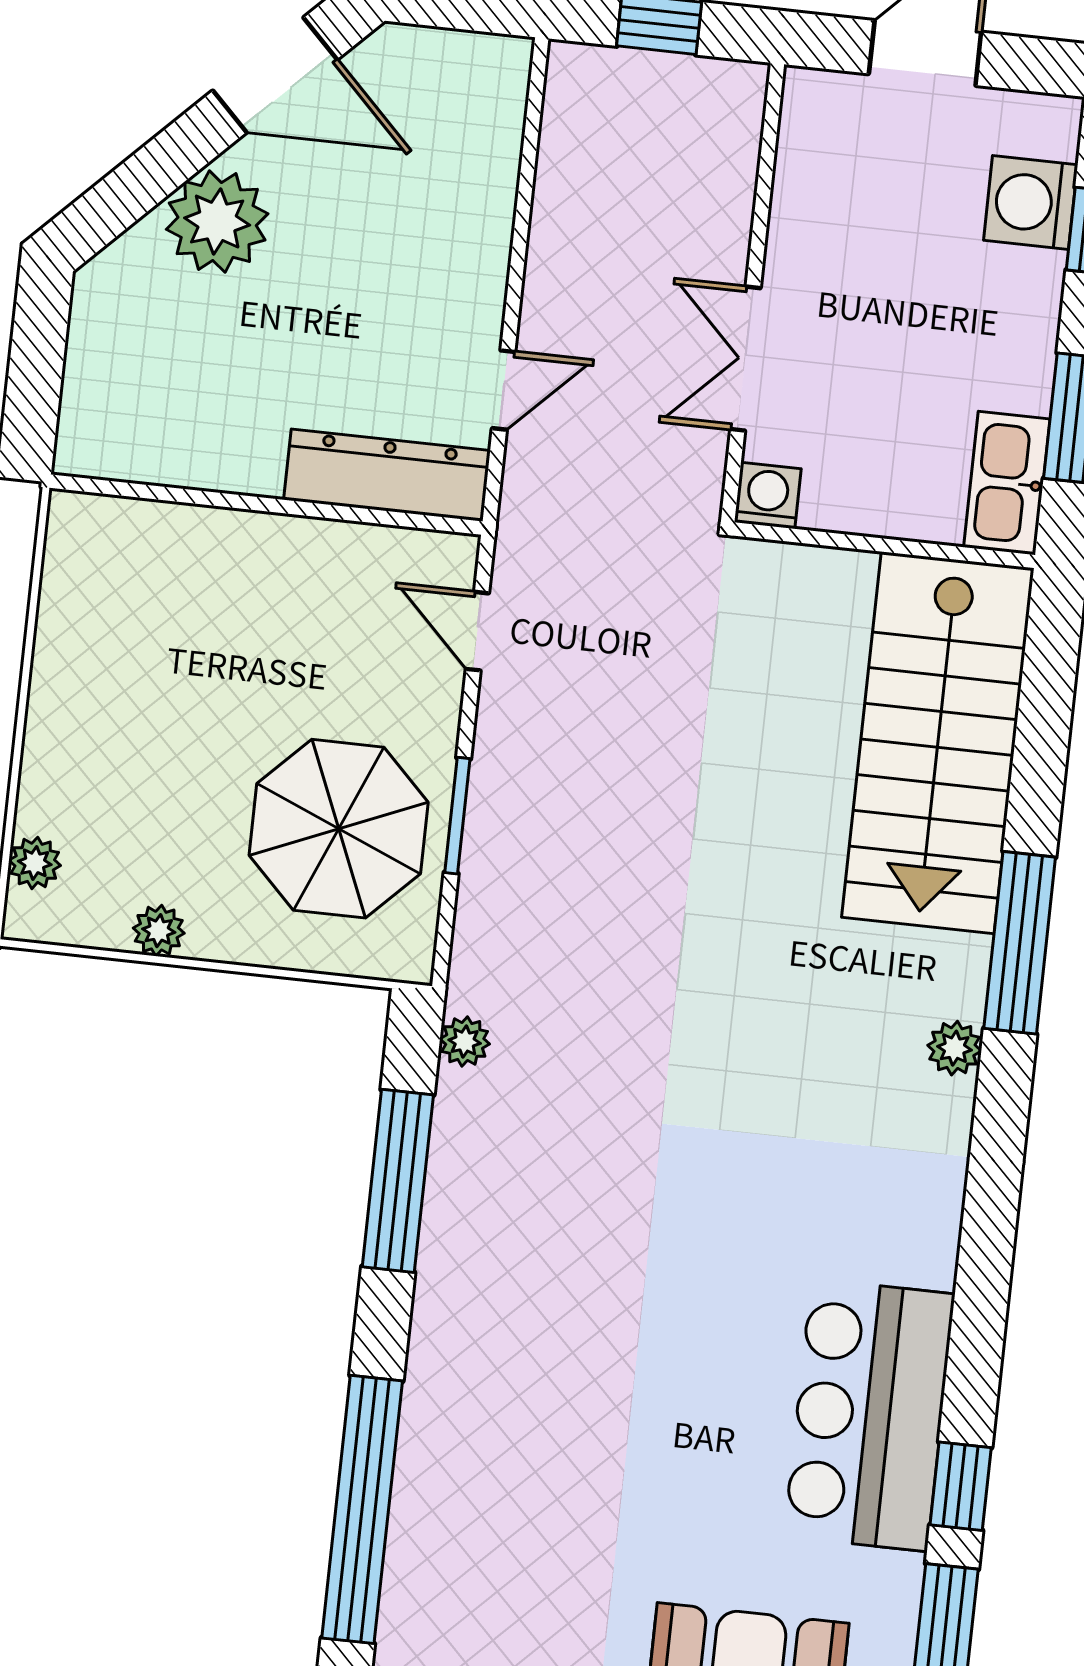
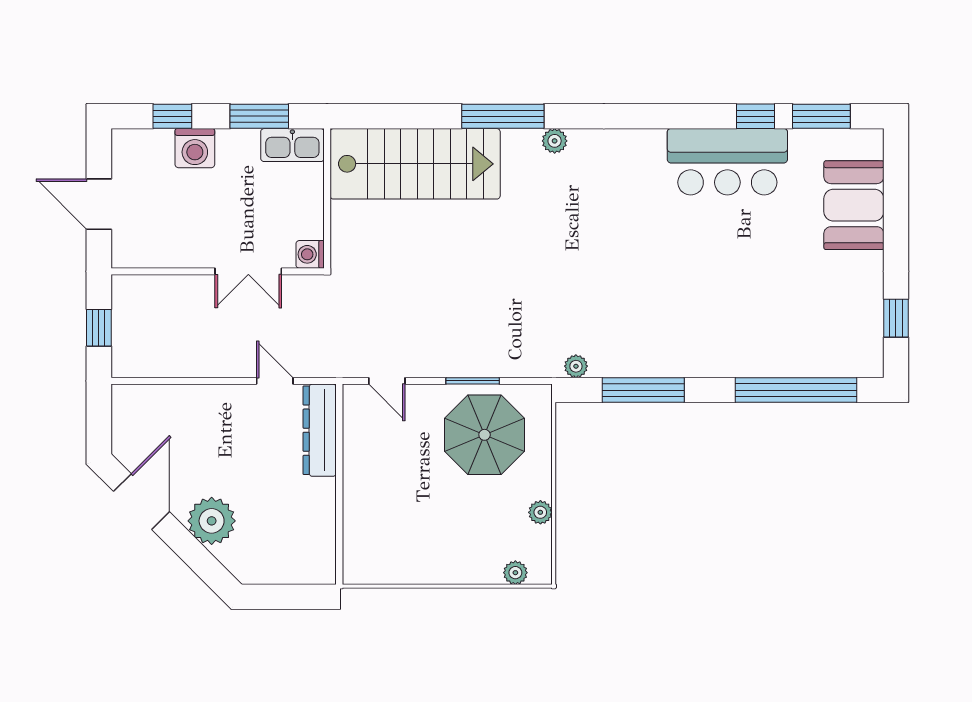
washing machine: (1031, 203) -> (195, 148), moved
door: (477, 631) -> (387, 381), hinge flipped

